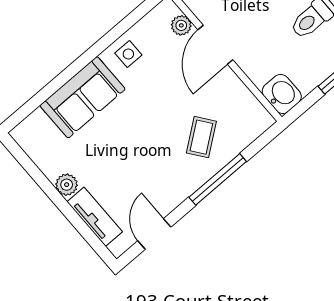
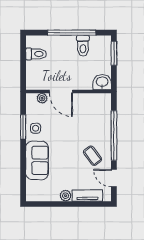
window: (114, 34) -> (23, 127), added
coffee table: (201, 137) -> (93, 156), moved
window: (218, 179) -> (114, 135), width x1.46

